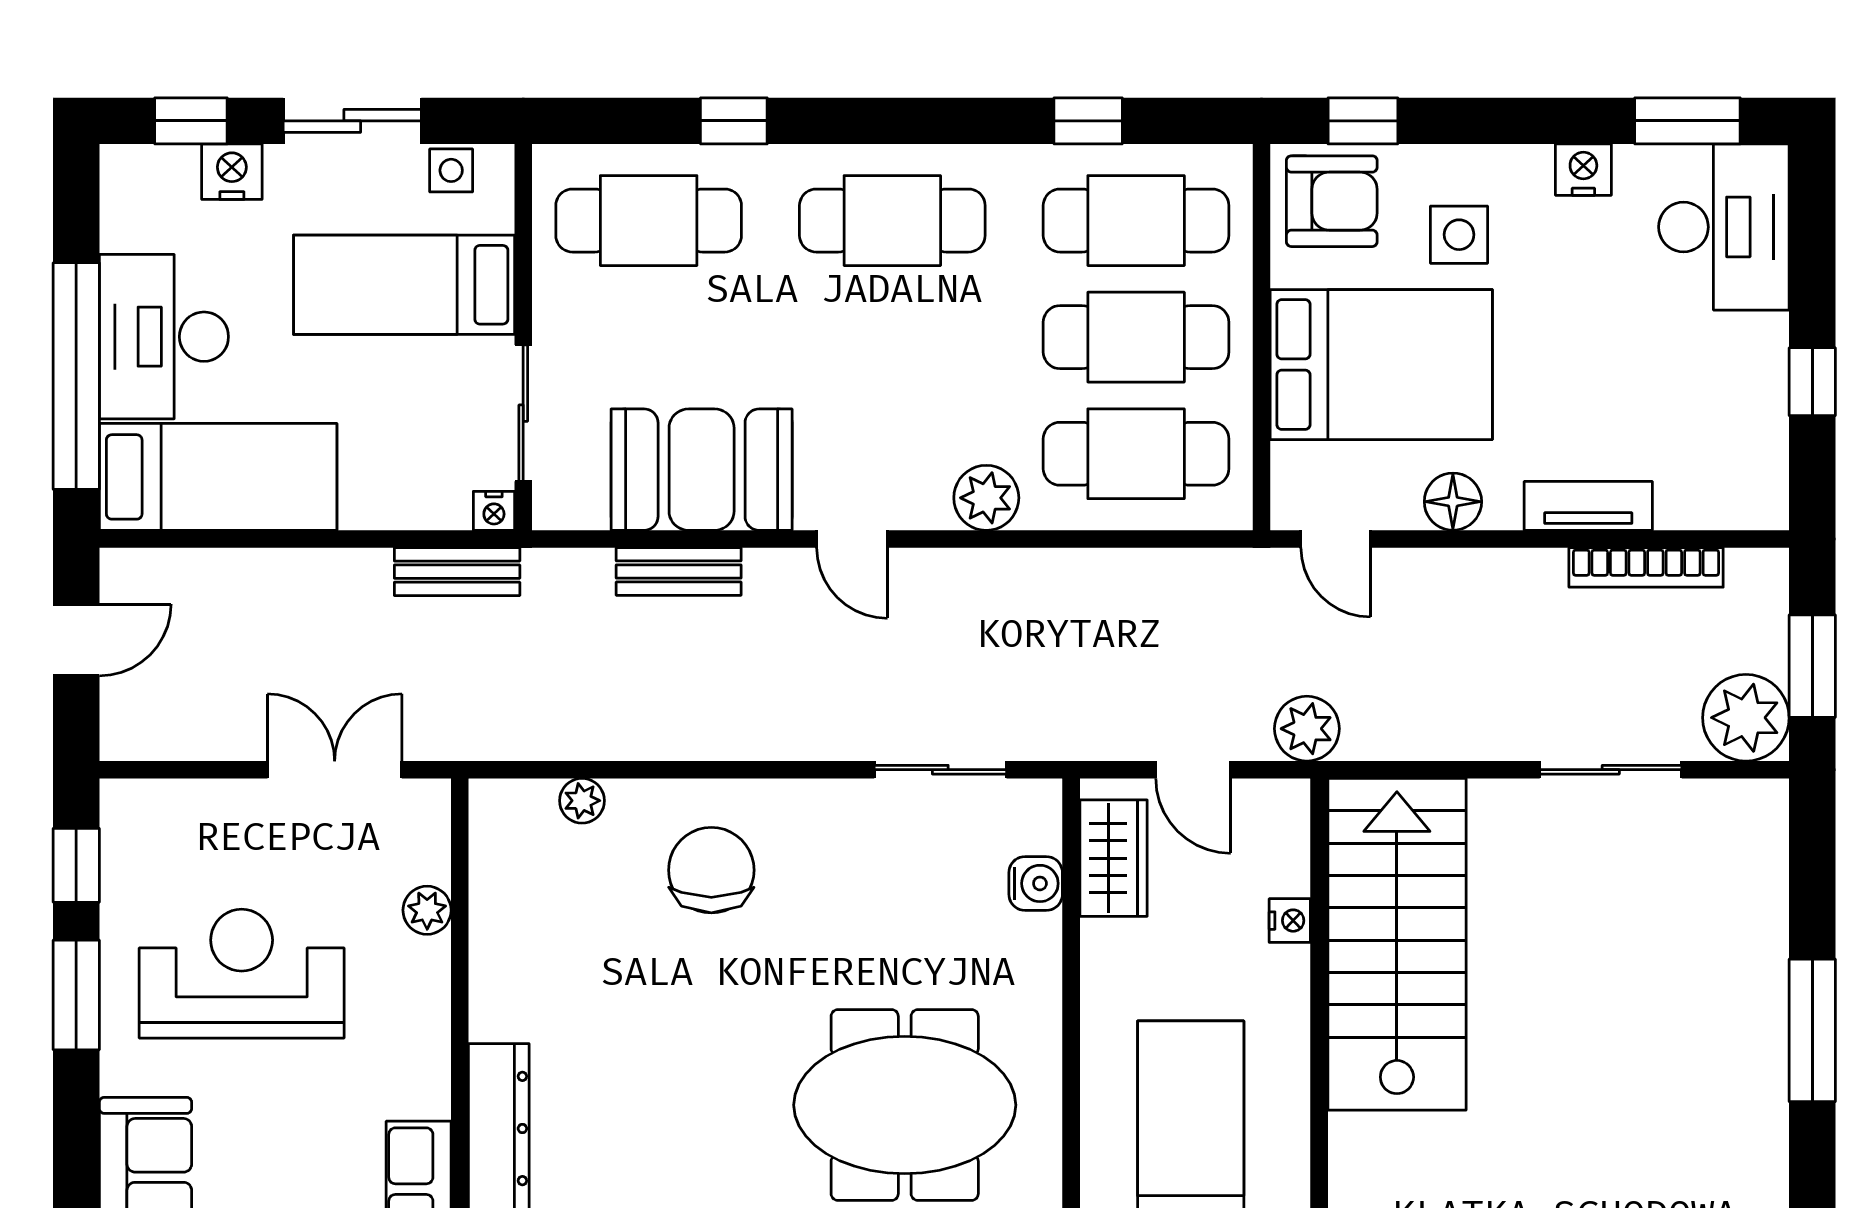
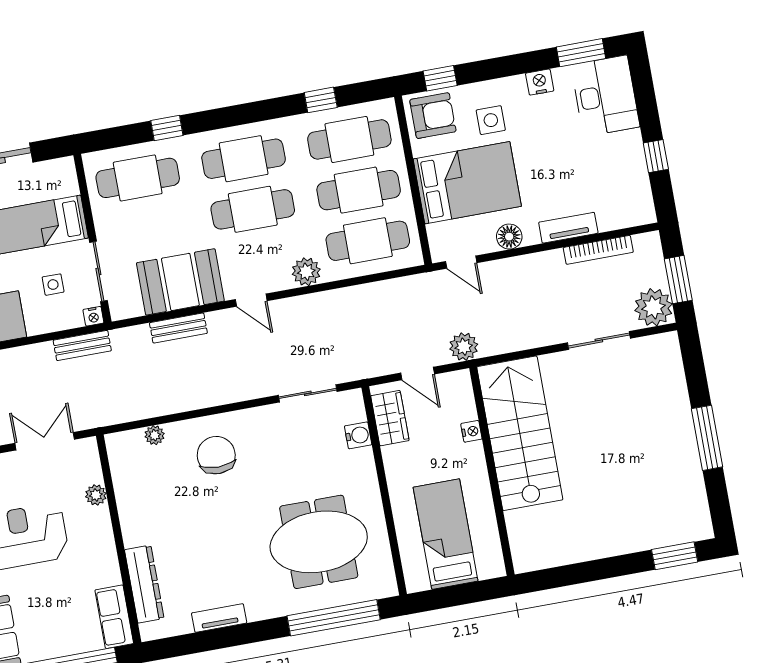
side table: (451, 170) -> (53, 285), moved
cafe table: (892, 337) -> (253, 209), added

